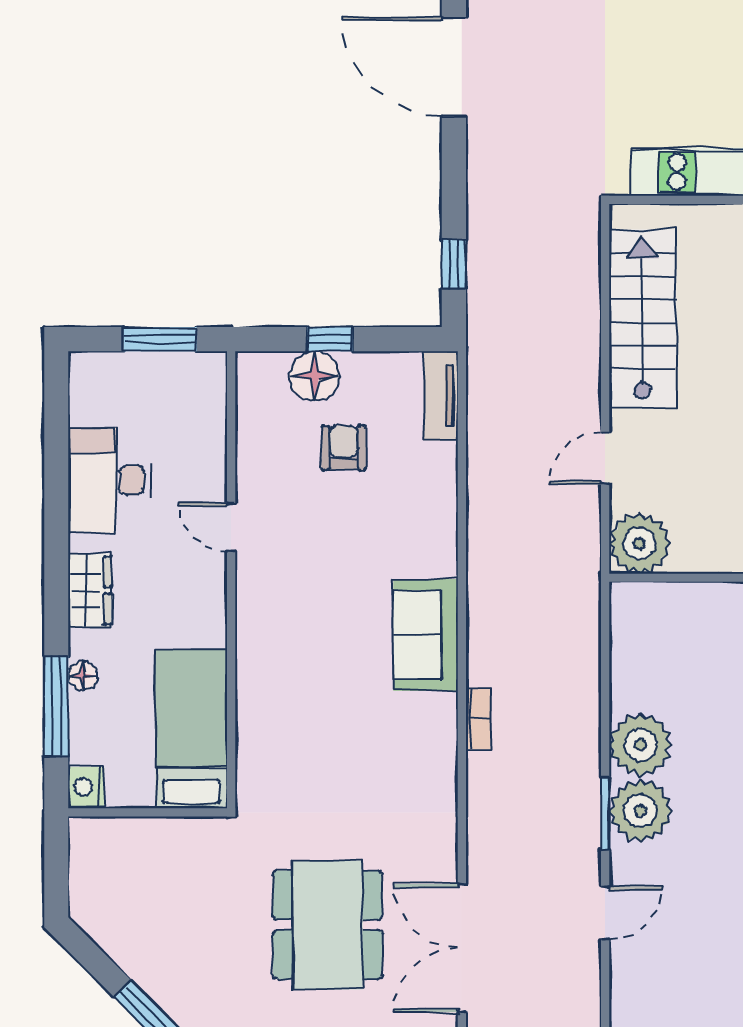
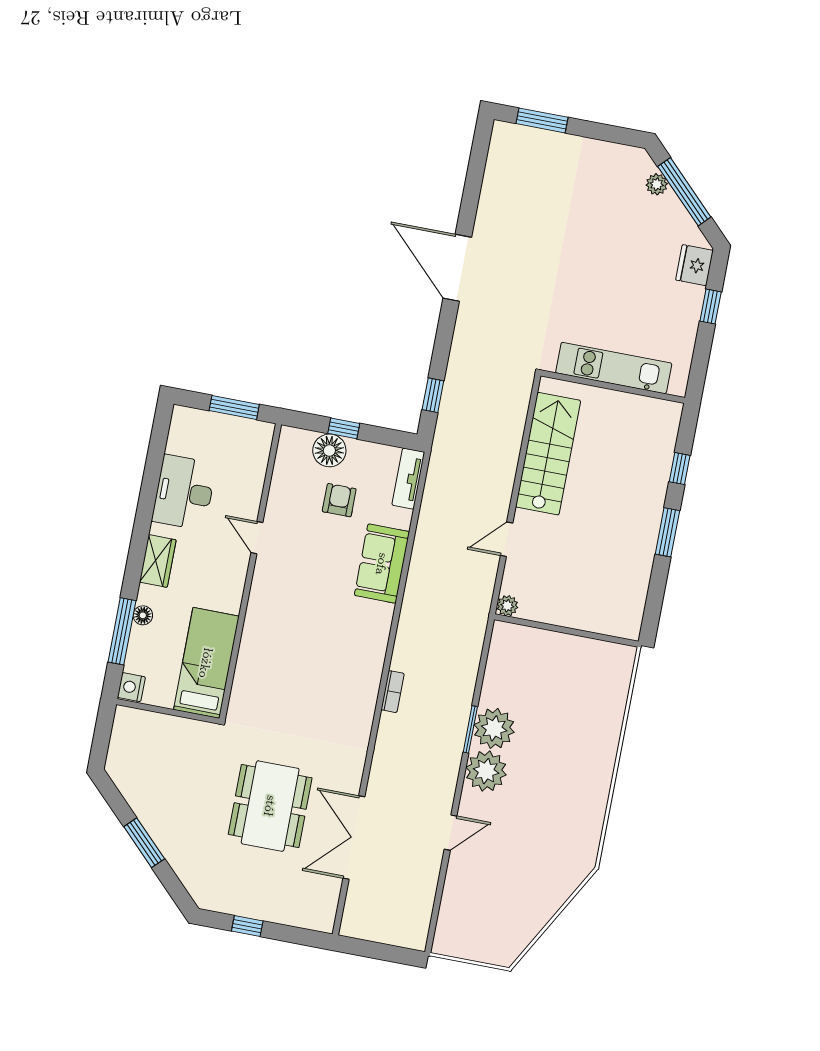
plant: (639, 543) -> (507, 606), width x0.53, depth x0.53
sofa: (426, 635) -> (382, 564), moved
window: (605, 813) -> (470, 729), moved

